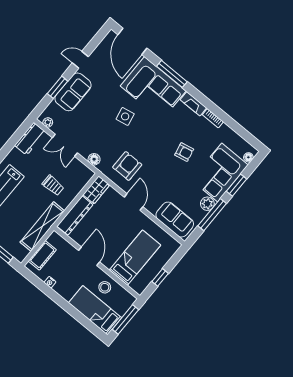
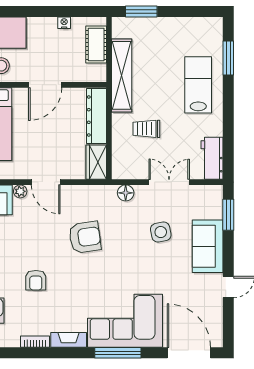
window: (58, 87) -> (228, 215), moved
side table: (125, 116) -> (161, 232), moved
plant: (48, 122) -> (20, 191), moved
armchair: (184, 152) -> (36, 280), turned -78
armchair: (127, 166) -> (85, 237), moved, turned -98
door: (89, 256) -> (45, 85), hinge flipped

